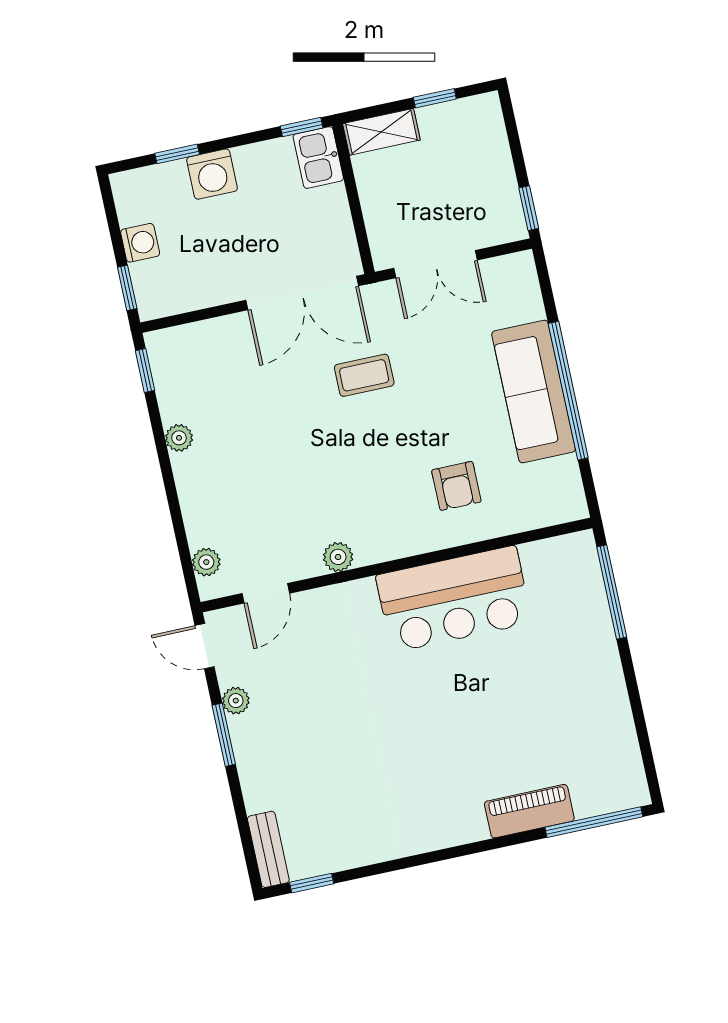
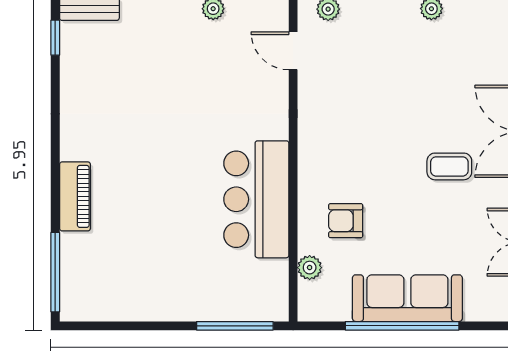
coffee table: (364, 375) -> (449, 166), turned 90
plant: (338, 557) -> (310, 268), moved
piano: (529, 811) -> (75, 196), moved

